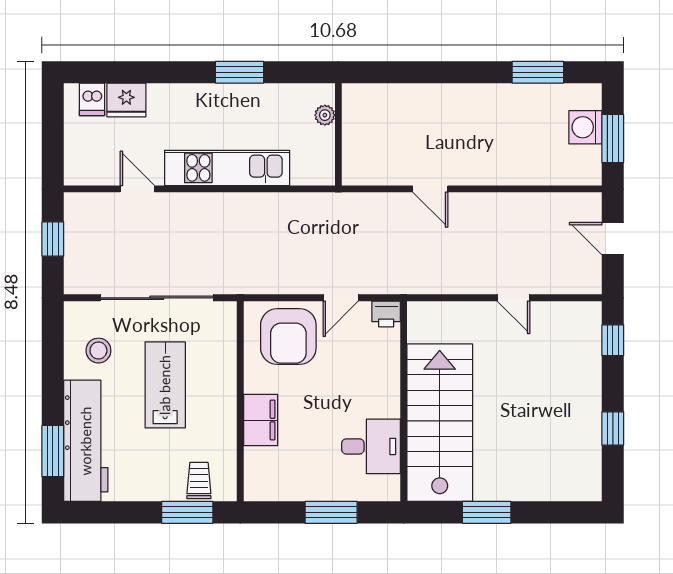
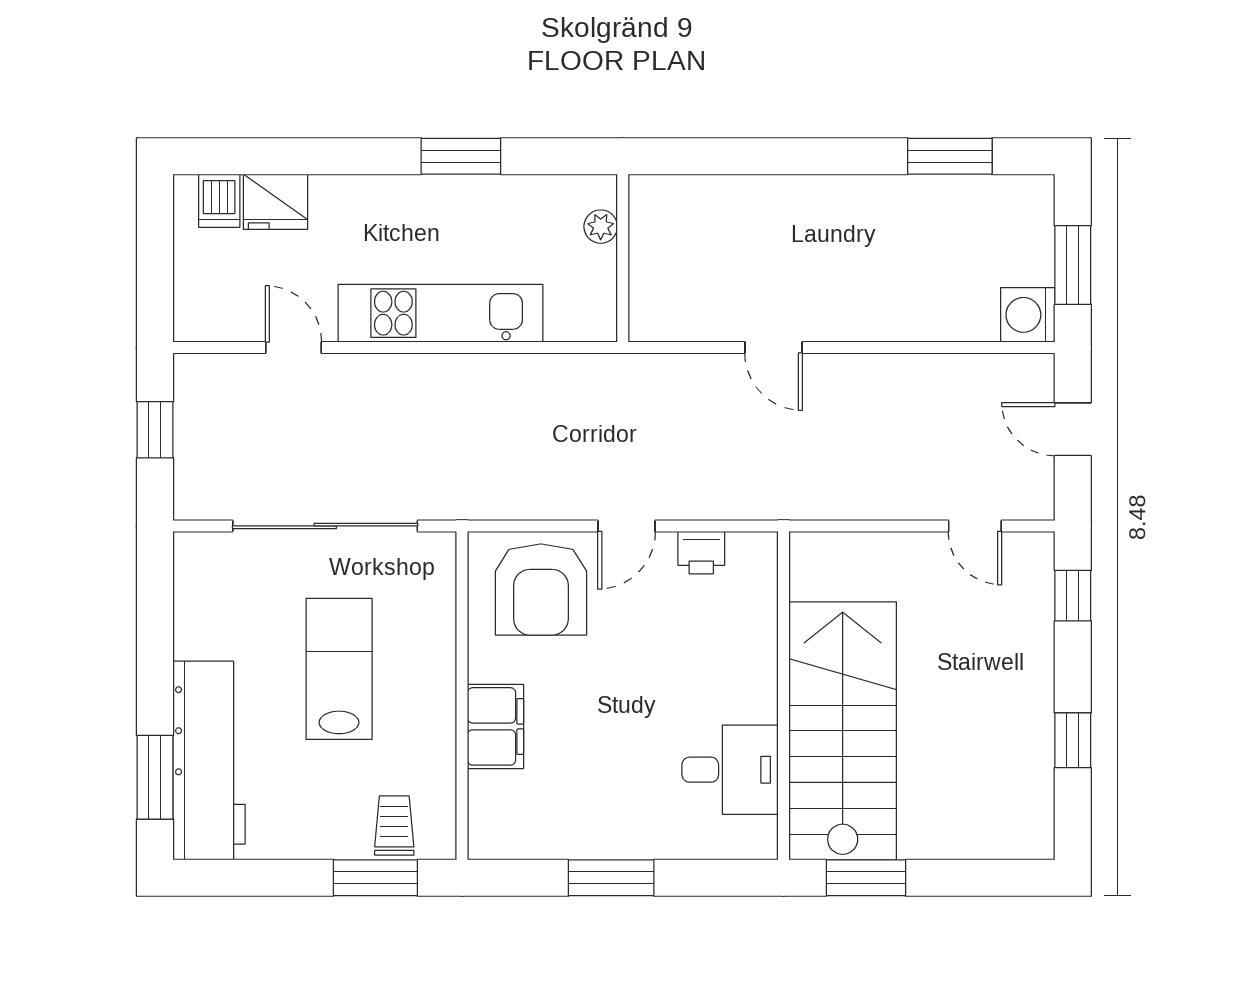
washing machine: (585, 127) -> (1028, 315), moved
door: (513, 298) -> (975, 526), moved
stool: (98, 351) -> (230, 612), removed
wall: (404, 401) -> (784, 696), moved
stairs: (440, 423) -> (843, 731), moved
desk: (371, 446) -> (730, 770), moved

